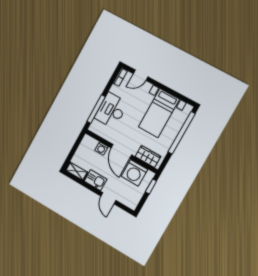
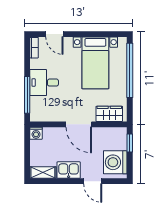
door: (141, 75) -> (54, 34), hinge flipped
desk: (111, 110) -> (44, 83), width x0.73
washing machine: (101, 149) -> (36, 133), moved
washing machine: (134, 173) -> (115, 162), moved, turned 90

